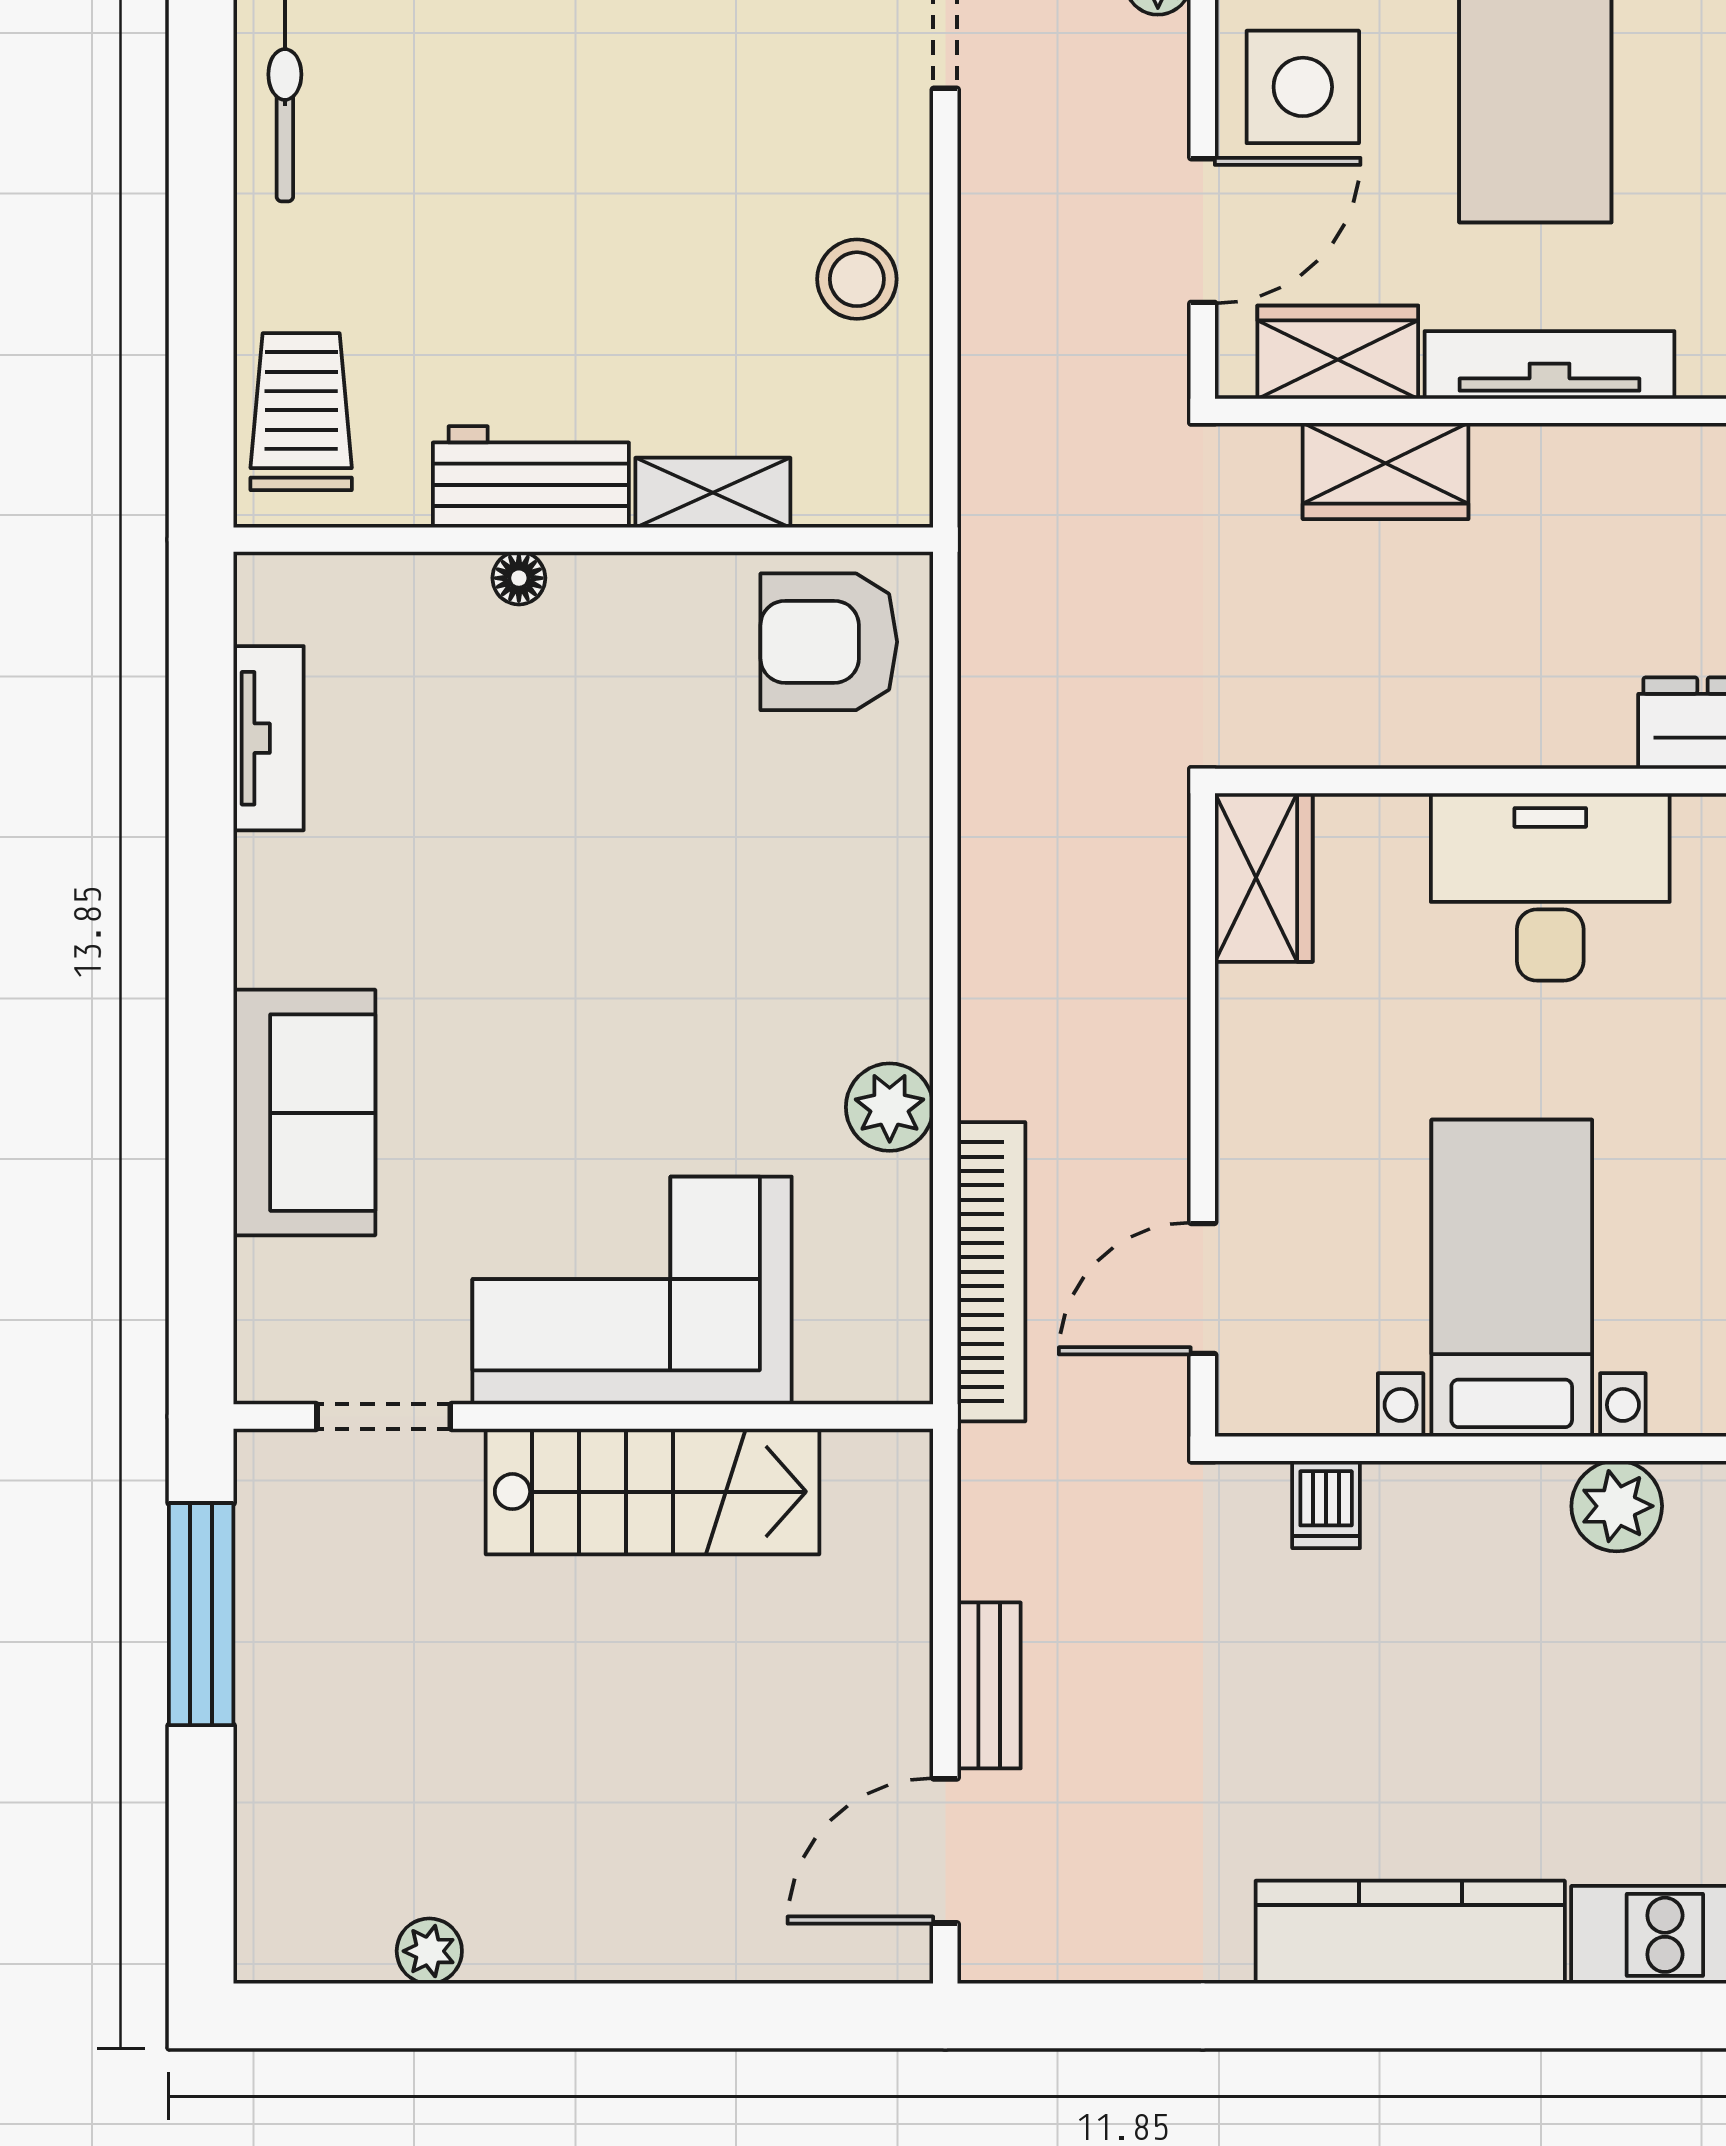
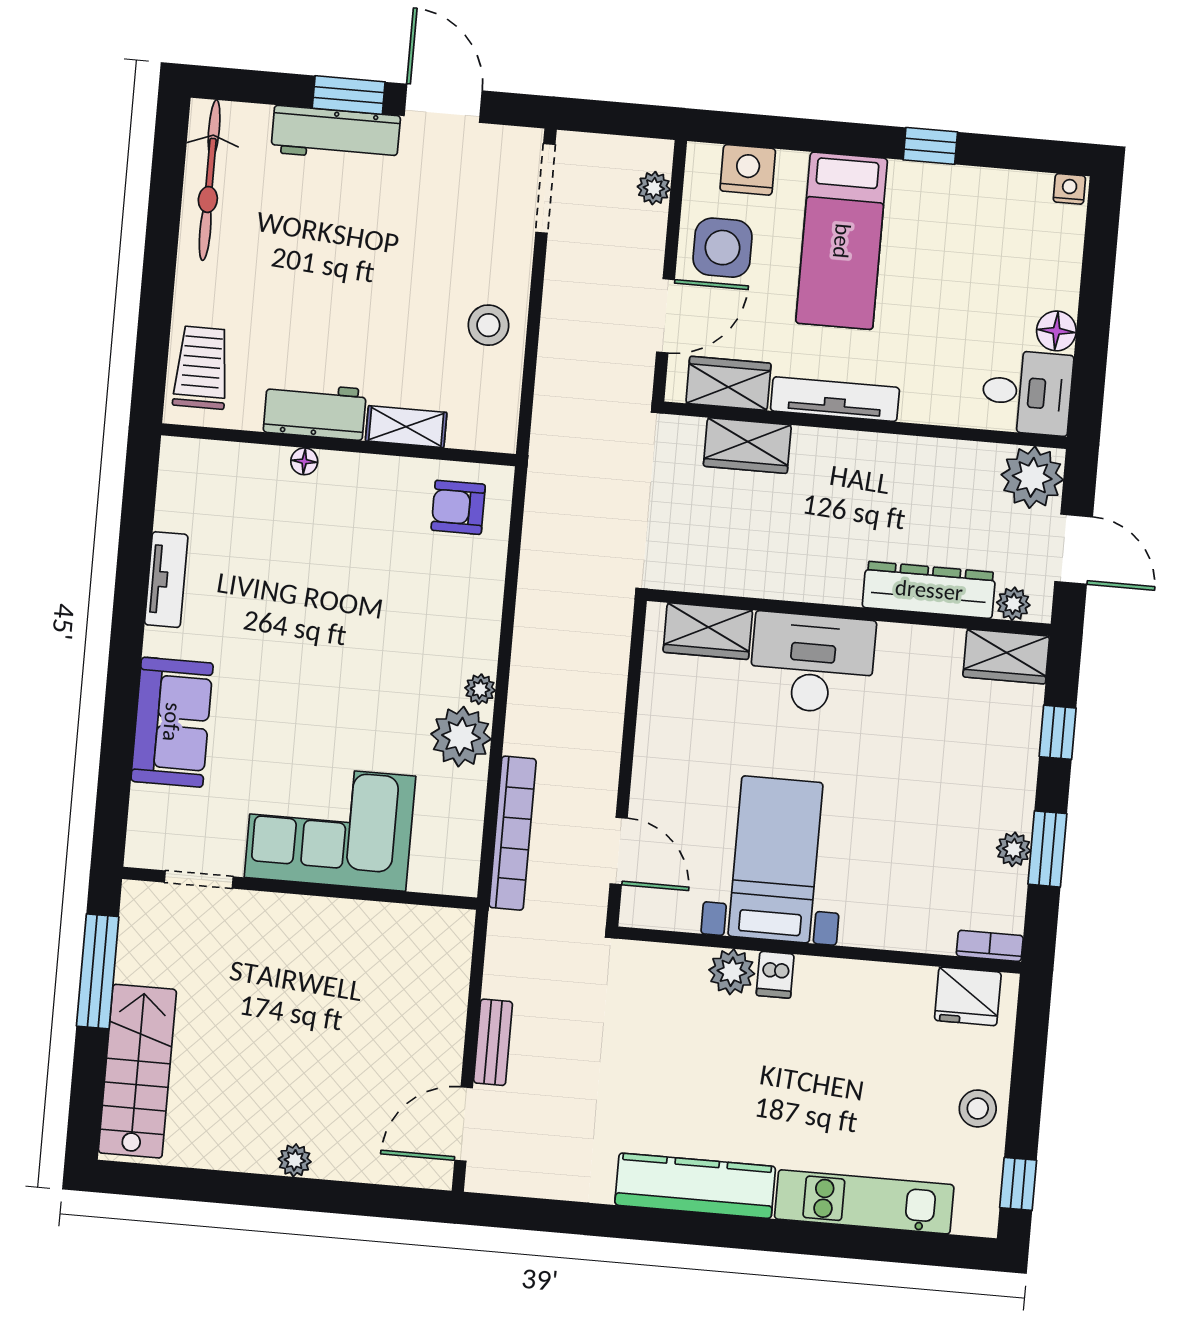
armchair: (829, 642) -> (458, 507), width x0.72, depth x0.72
tv unit: (268, 738) -> (166, 580), moved
wardrobe: (1264, 877) -> (708, 631), moved, turned 90
plant: (903, 995) -> (480, 689), added
plant: (890, 1107) -> (461, 737), width x1.36, depth x1.36
door: (1203, 1288) -> (619, 851), swing flipped
stairs: (653, 1492) -> (137, 1071), moved, turned -90
dishwasher: (1326, 1504) -> (775, 975), moved
plant: (1617, 1506) -> (732, 972), moved
plant: (429, 1951) -> (295, 1160), moved

